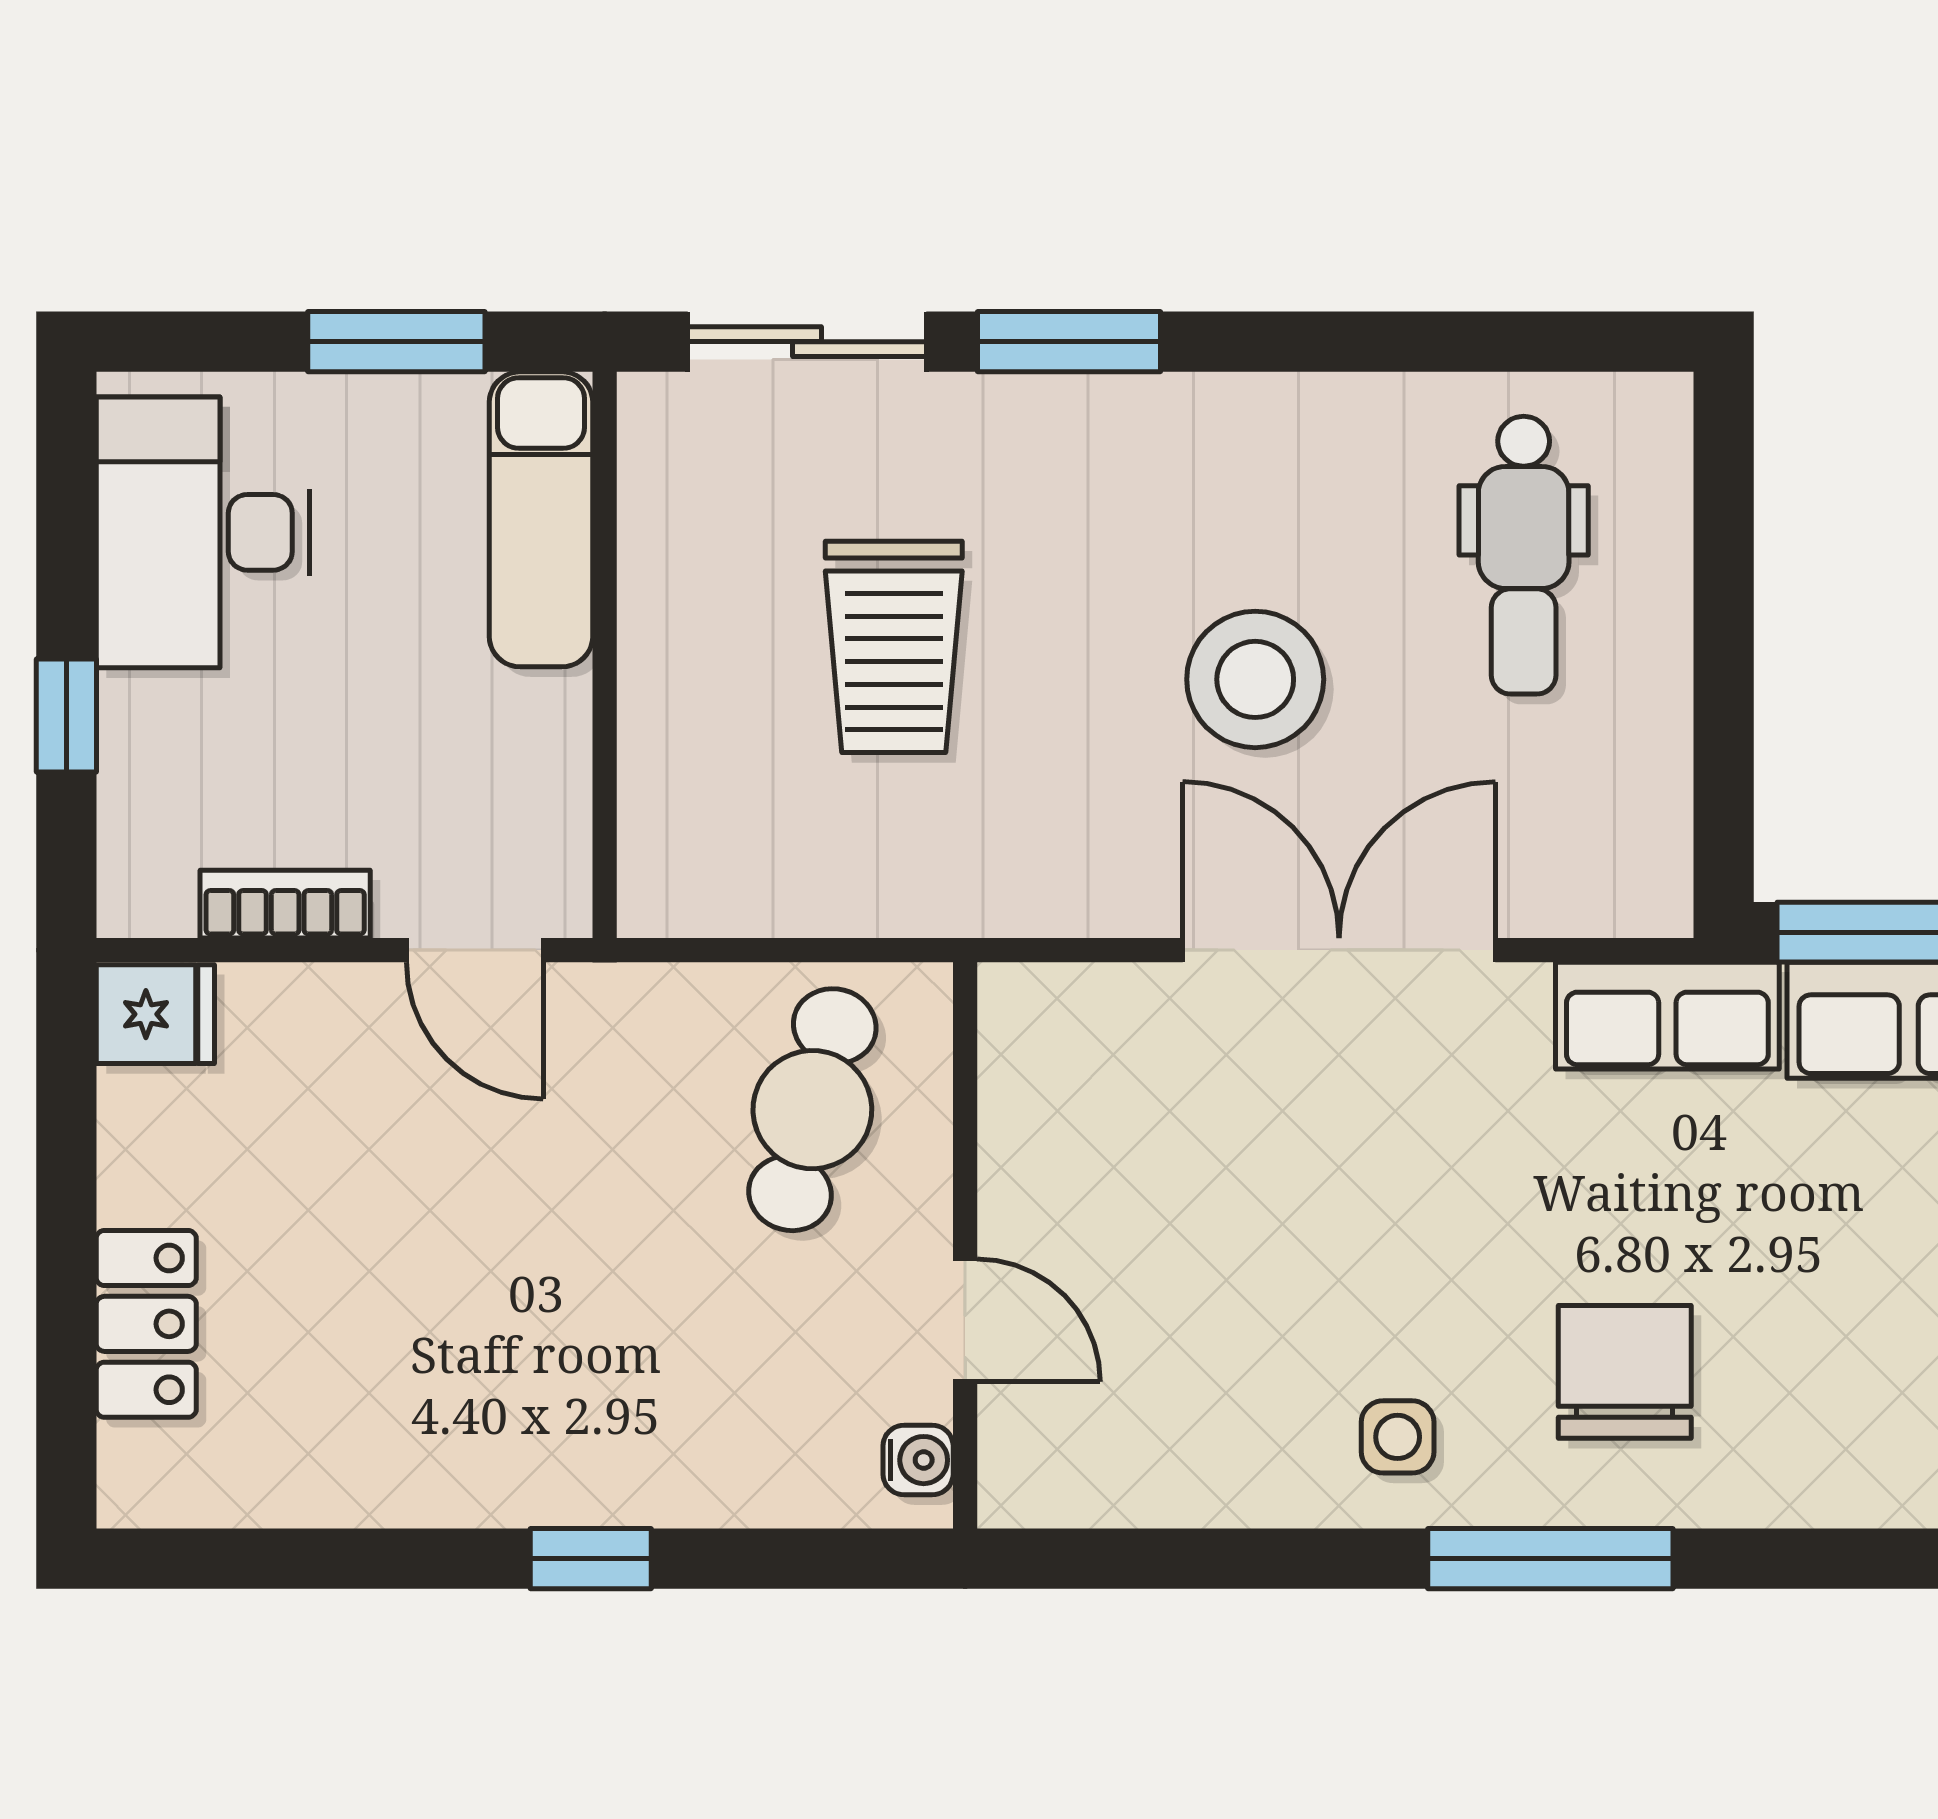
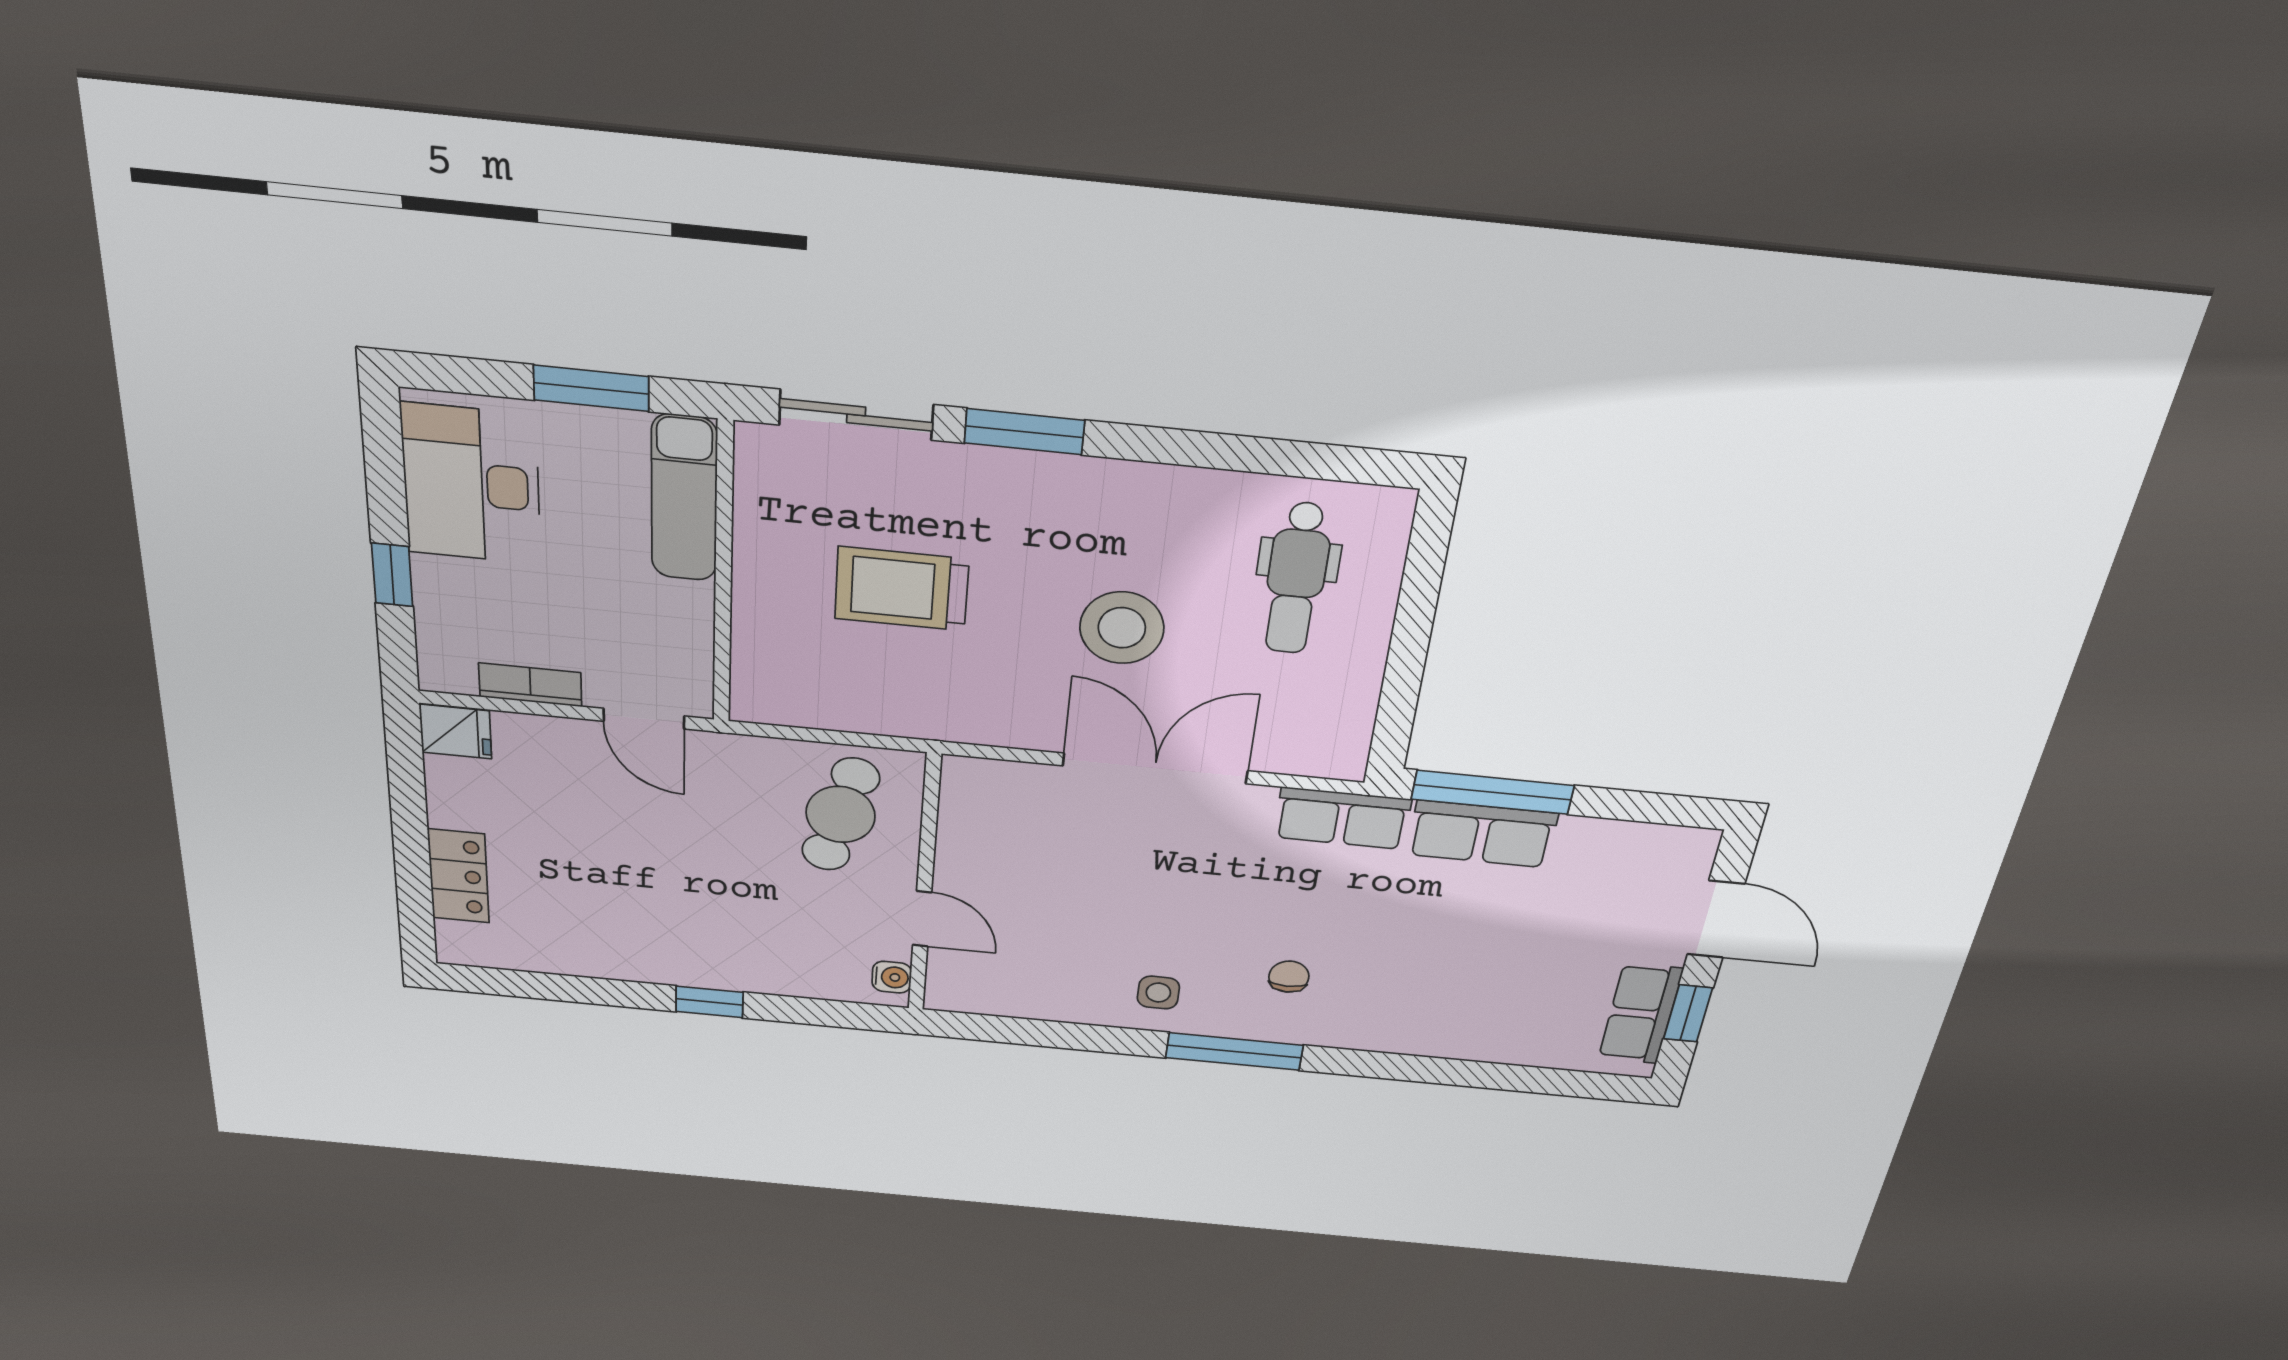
trolley: (894, 647) -> (902, 589), turned 90
chair: (1625, 1372) -> (1289, 977), width x0.54, depth x0.54

